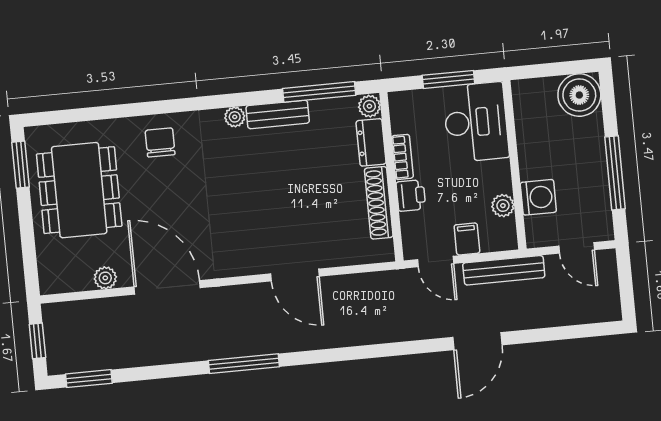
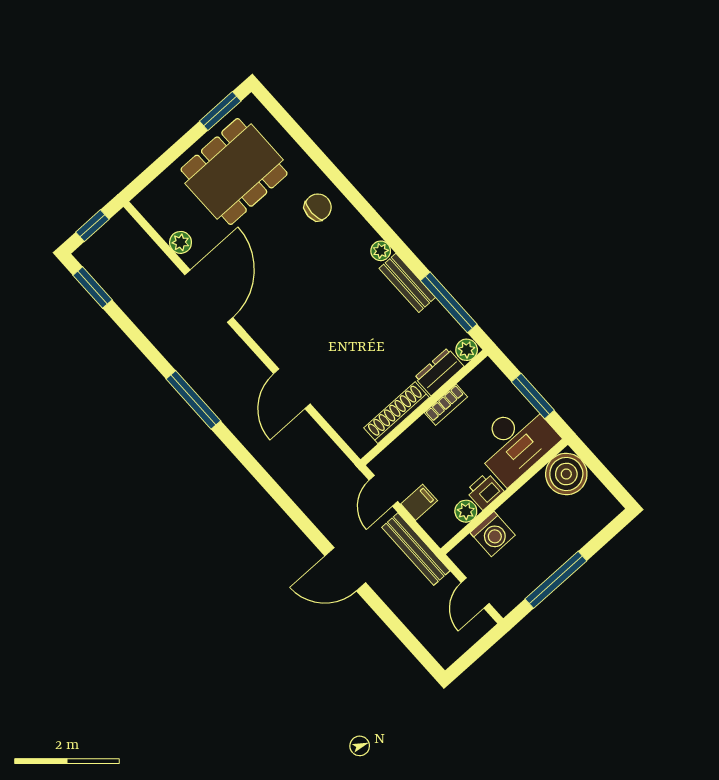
boiler: (579, 95) -> (566, 474), moved
printer: (411, 196) -> (485, 491), moved, turned 180

